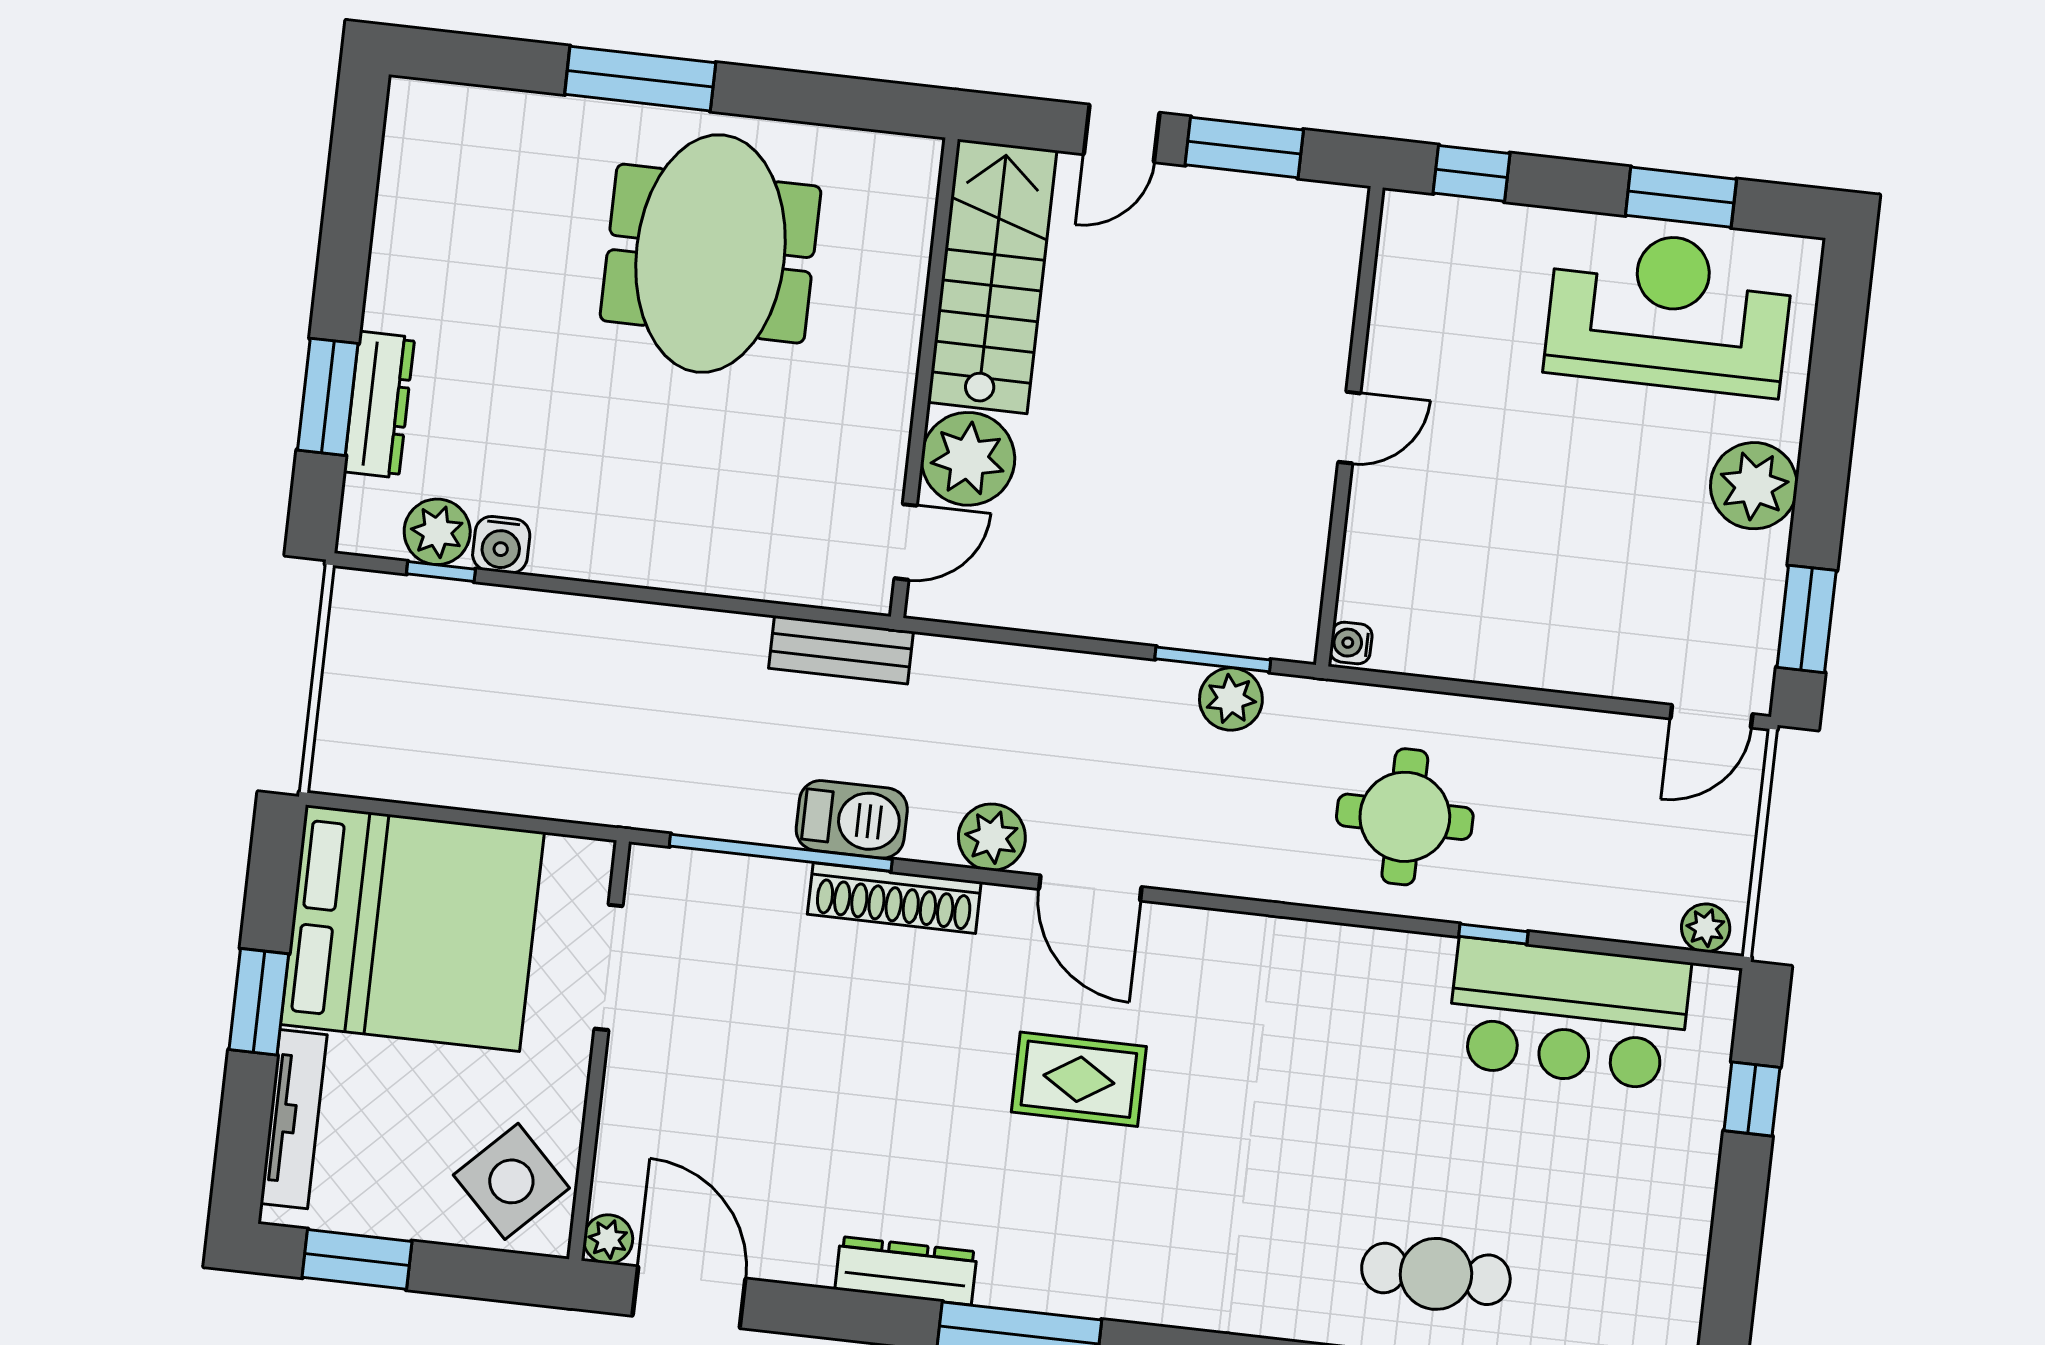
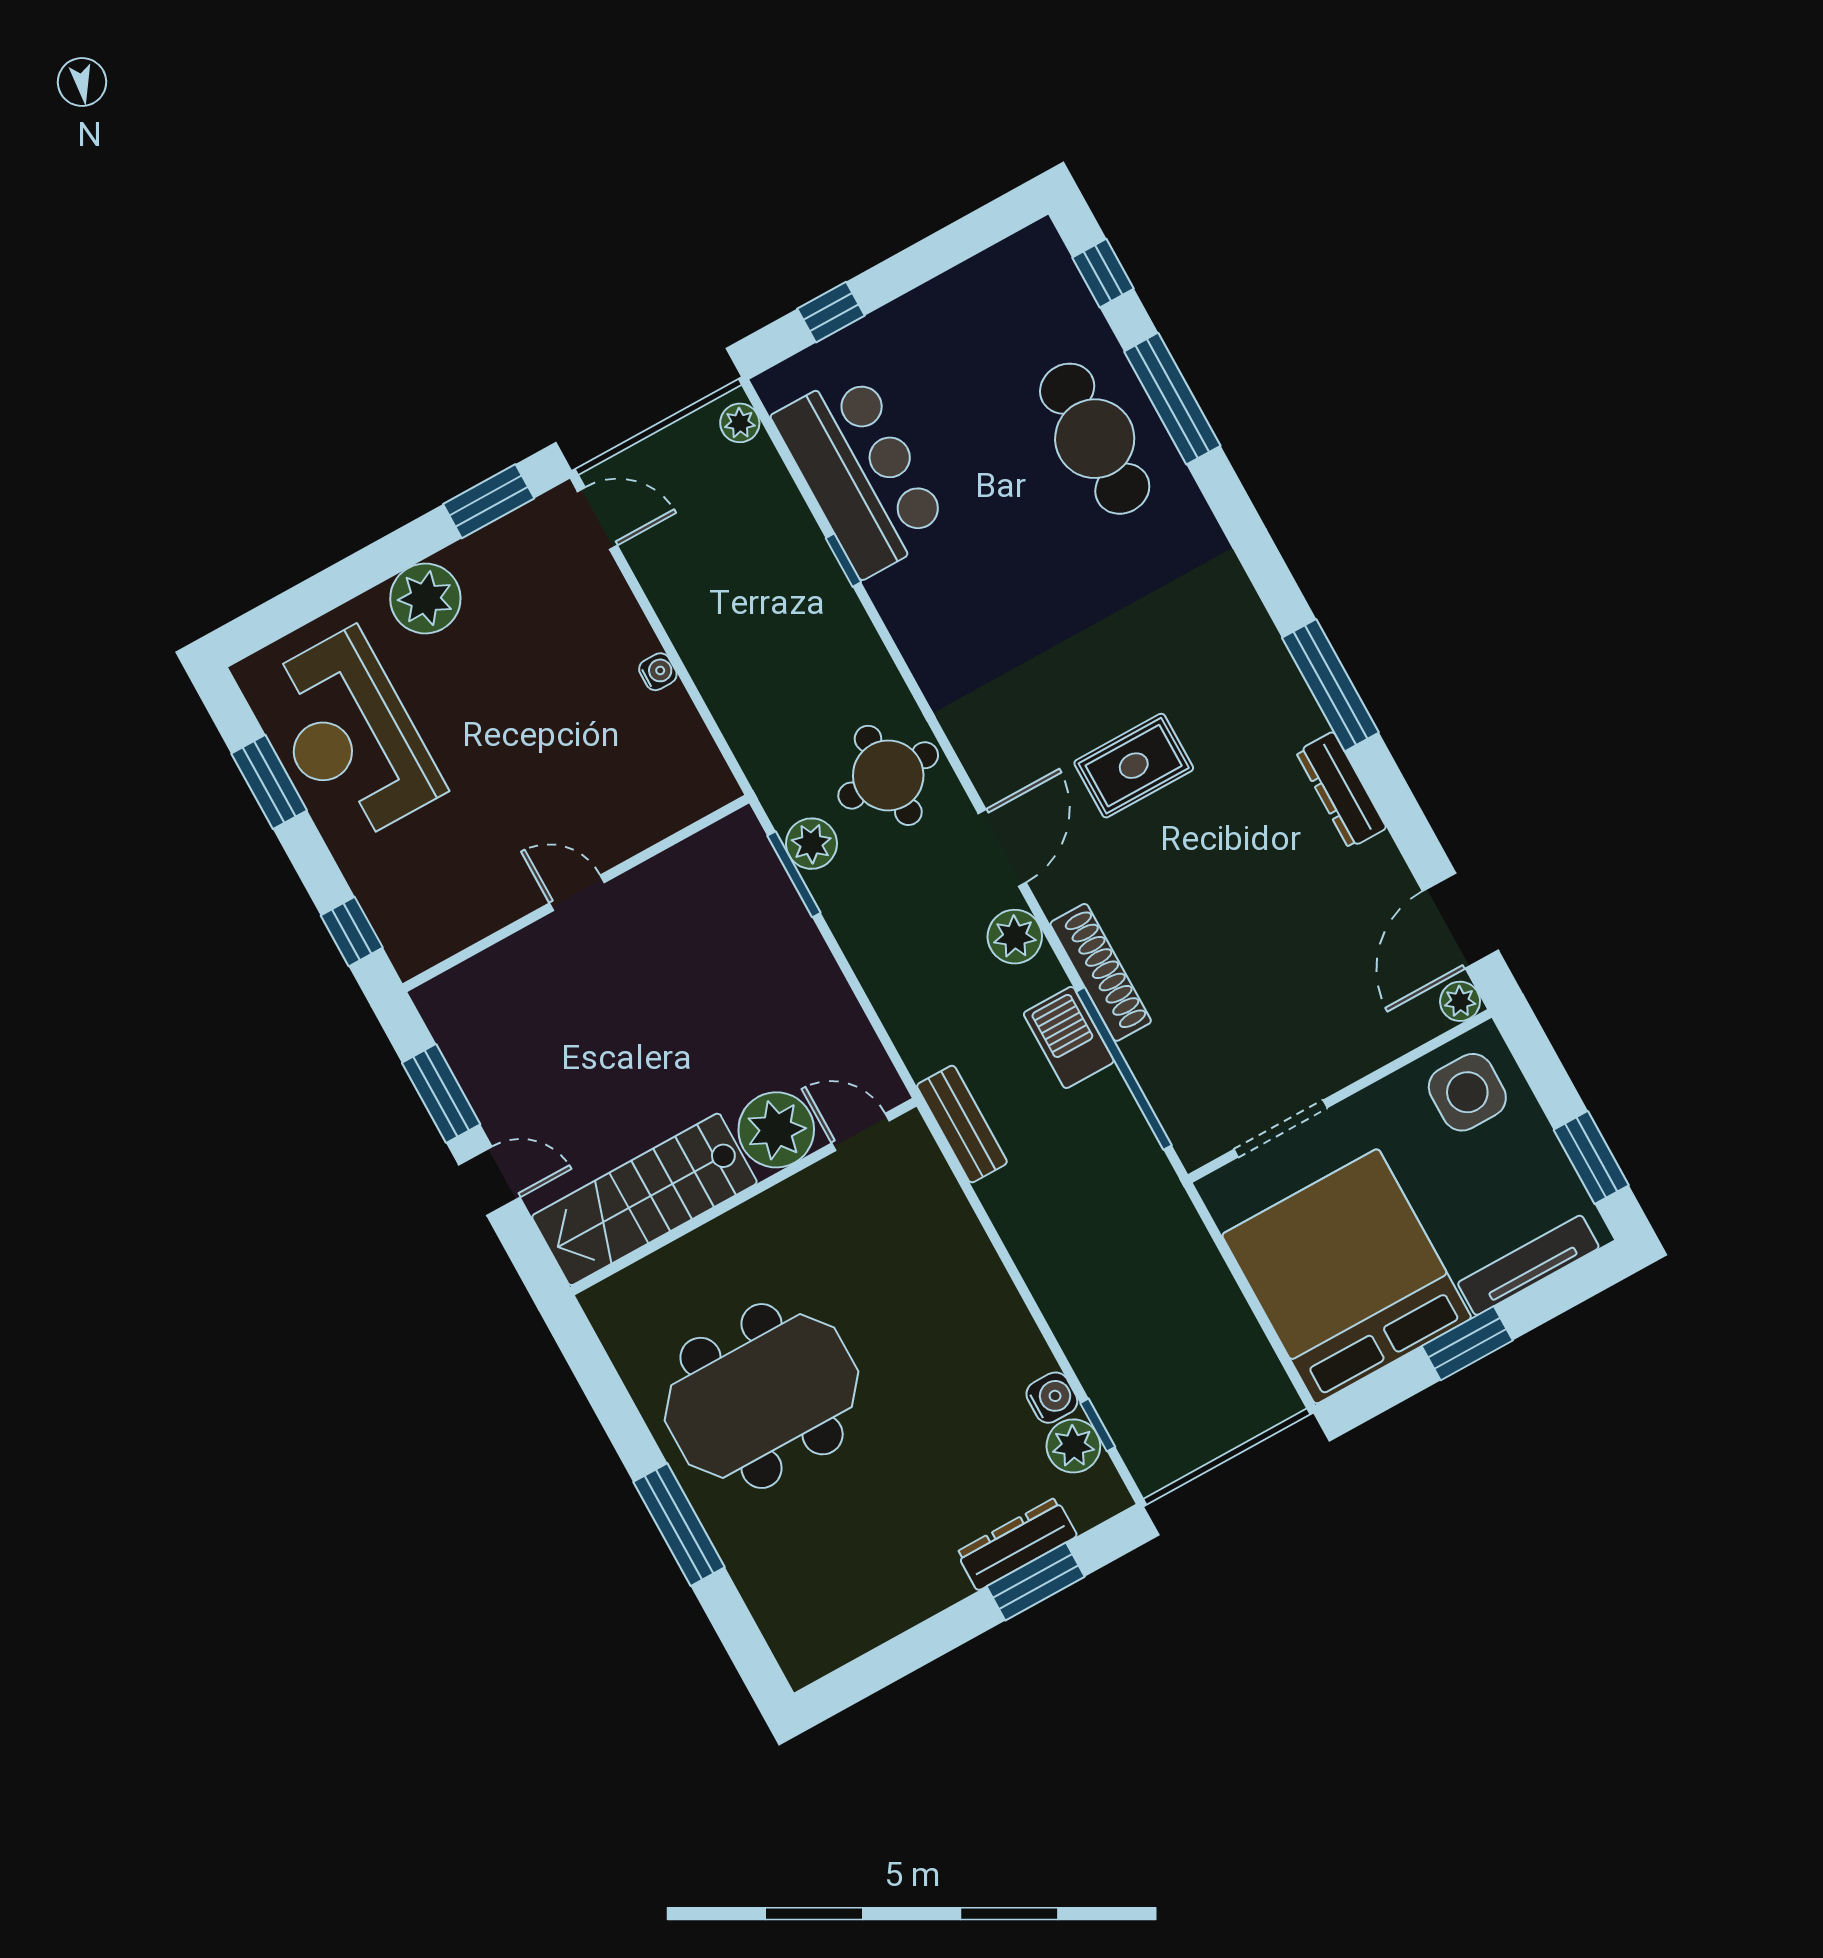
water cooler: (1351, 643) -> (658, 672), moved, turned -90
round table: (1405, 817) -> (888, 775), moved
rug: (1079, 1079) -> (1134, 766), turned 90
side table: (511, 1181) -> (1467, 1092), turned 45
cafe table: (1436, 1274) -> (1095, 439), width x1.37, depth x1.35

